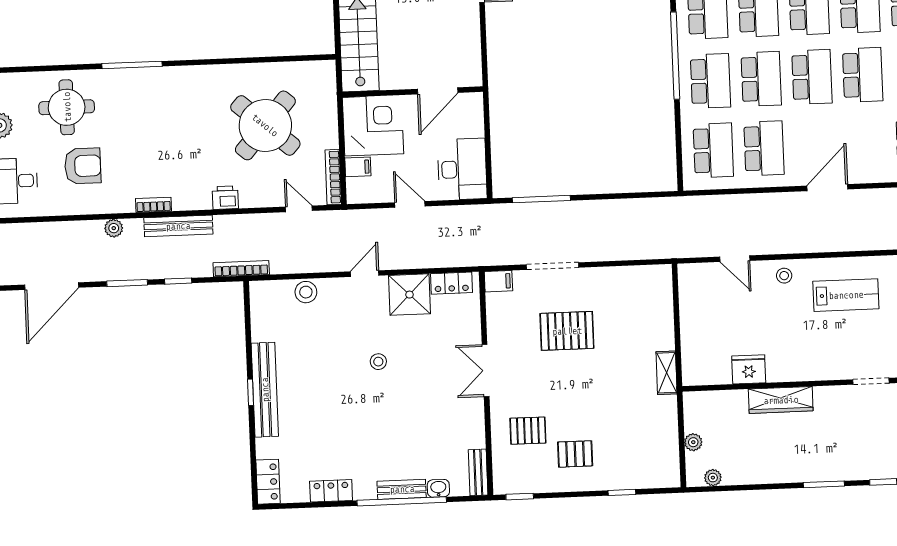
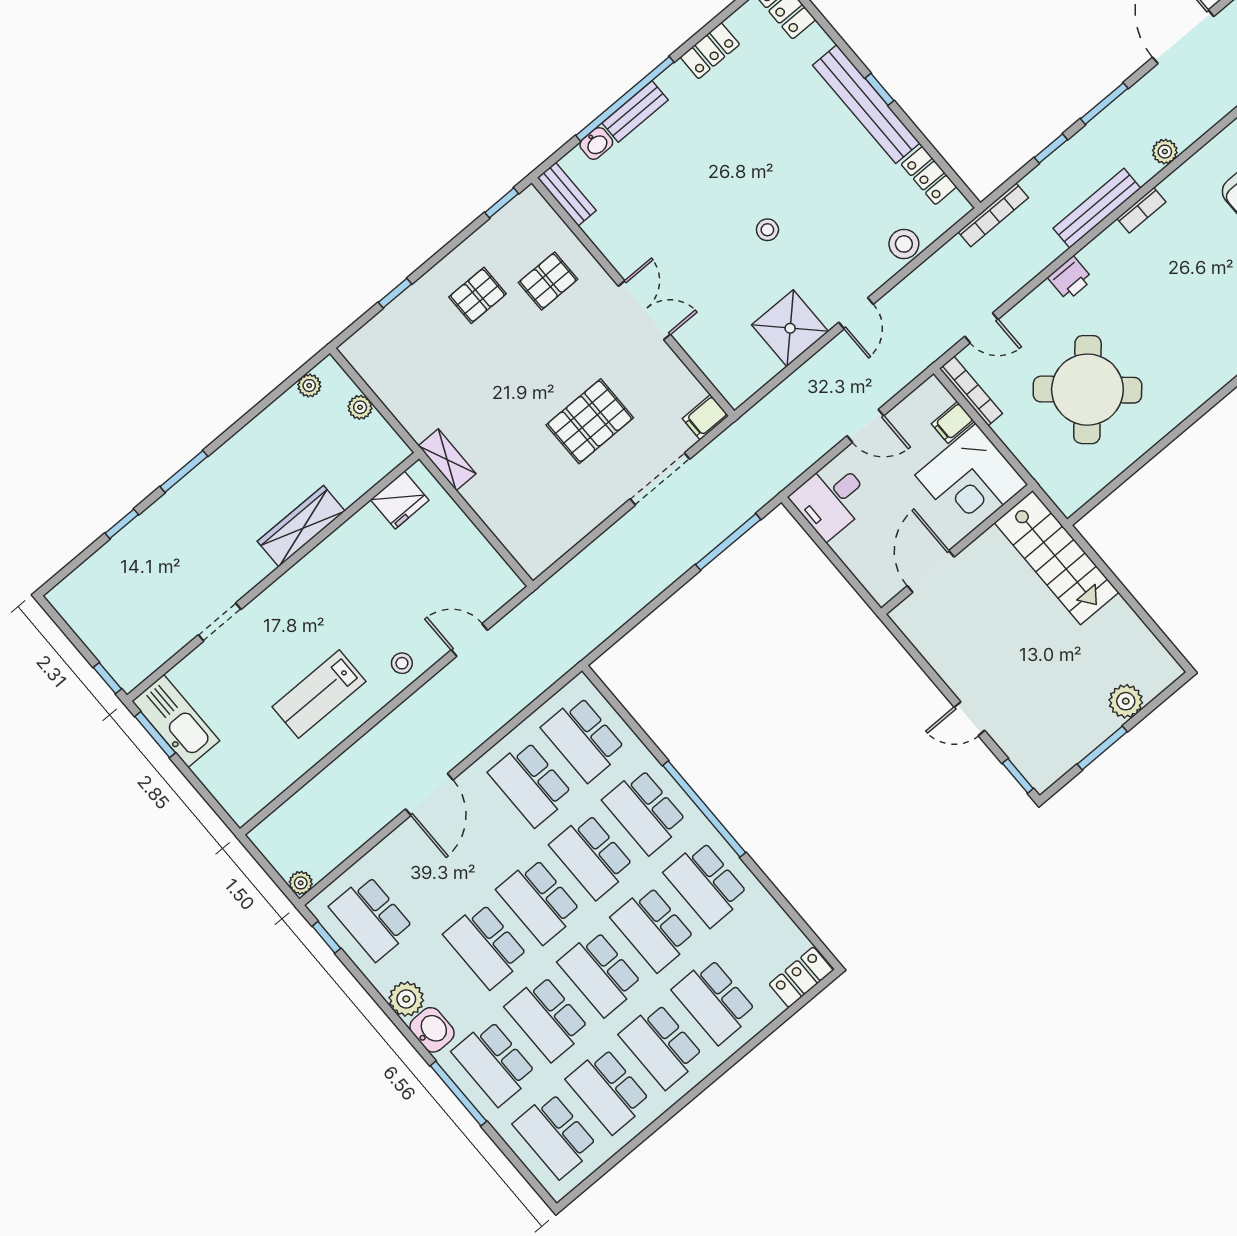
desk: (462, 169) -> (831, 499), width x0.73
locker: (452, 283) -> (929, 176), moved, turned -90
fridge: (749, 369) -> (400, 500), moved

